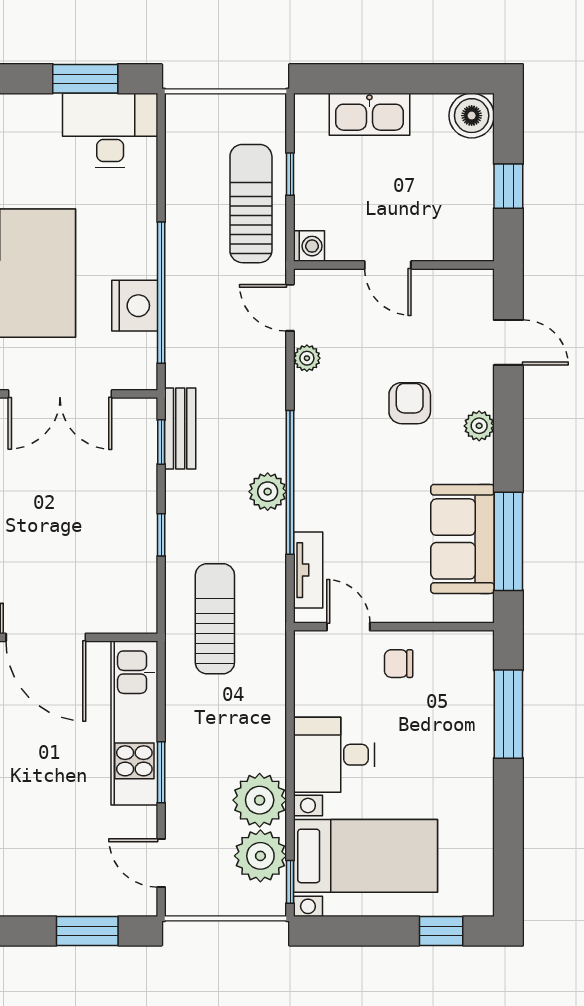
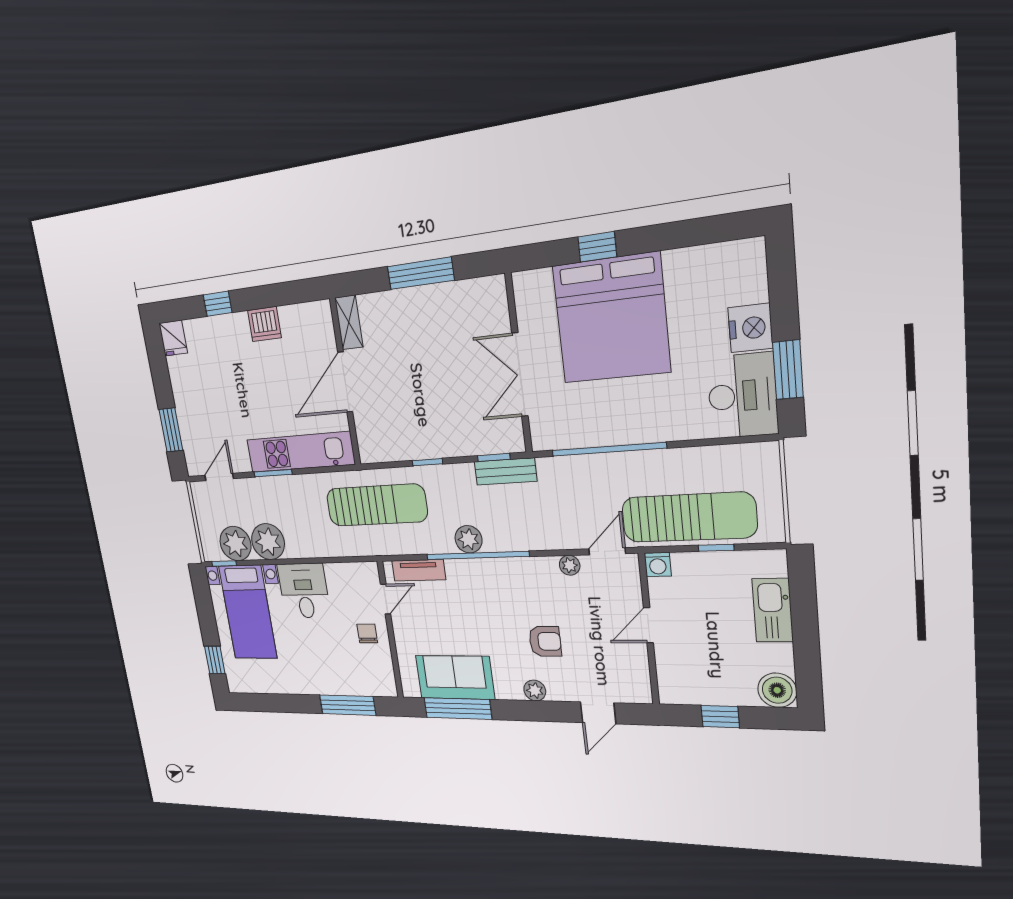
sun lounger: (251, 204) -> (688, 517), width x1.36, depth x1.34
nightstand: (135, 306) -> (750, 328), moved, turned -90
sun lounger: (215, 619) -> (376, 505), width x1.36, depth x1.34

